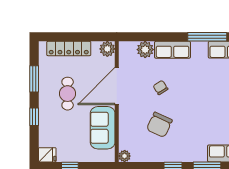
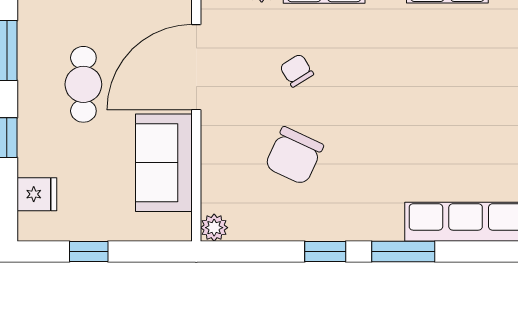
fridge: (47, 155) -> (37, 194), moved

